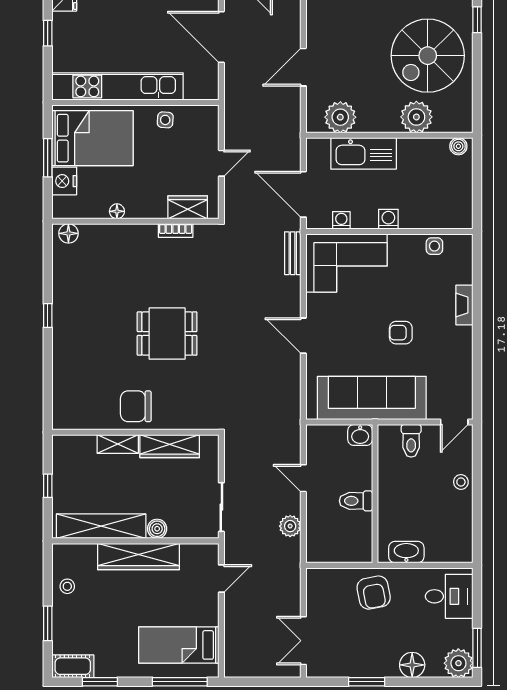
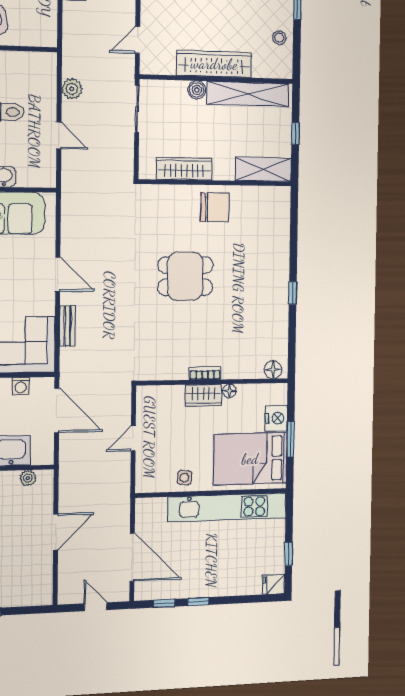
plant: (340, 117) -> (28, 478), width x0.53, depth x0.53
wardrobe: (188, 207) -> (203, 395), moved
bookcase: (176, 231) -> (205, 373), moved
bench: (293, 253) -> (67, 326), moved
shelving: (118, 444) -> (263, 169), moved, width x1.50, depth x1.33

